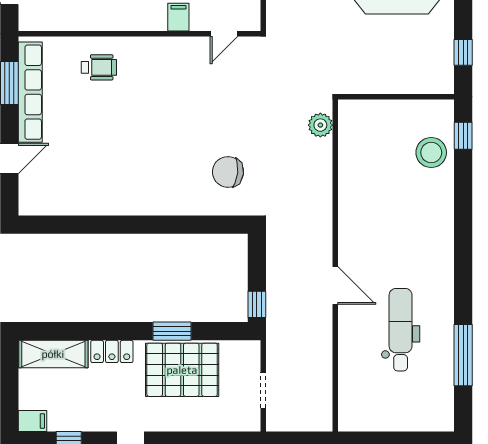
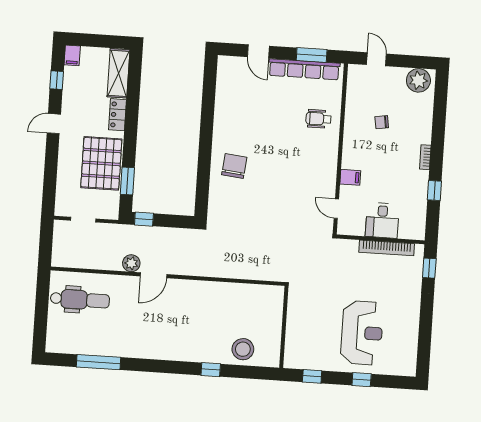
wheelchair: (99, 67) -> (318, 119), turned 90
plant: (320, 125) -> (131, 263), moved
window: (463, 136) -> (211, 370), moved
chair: (228, 172) -> (234, 166), moved
dental chair: (401, 330) -> (80, 300), moved
window: (172, 331) -> (127, 181), moved

